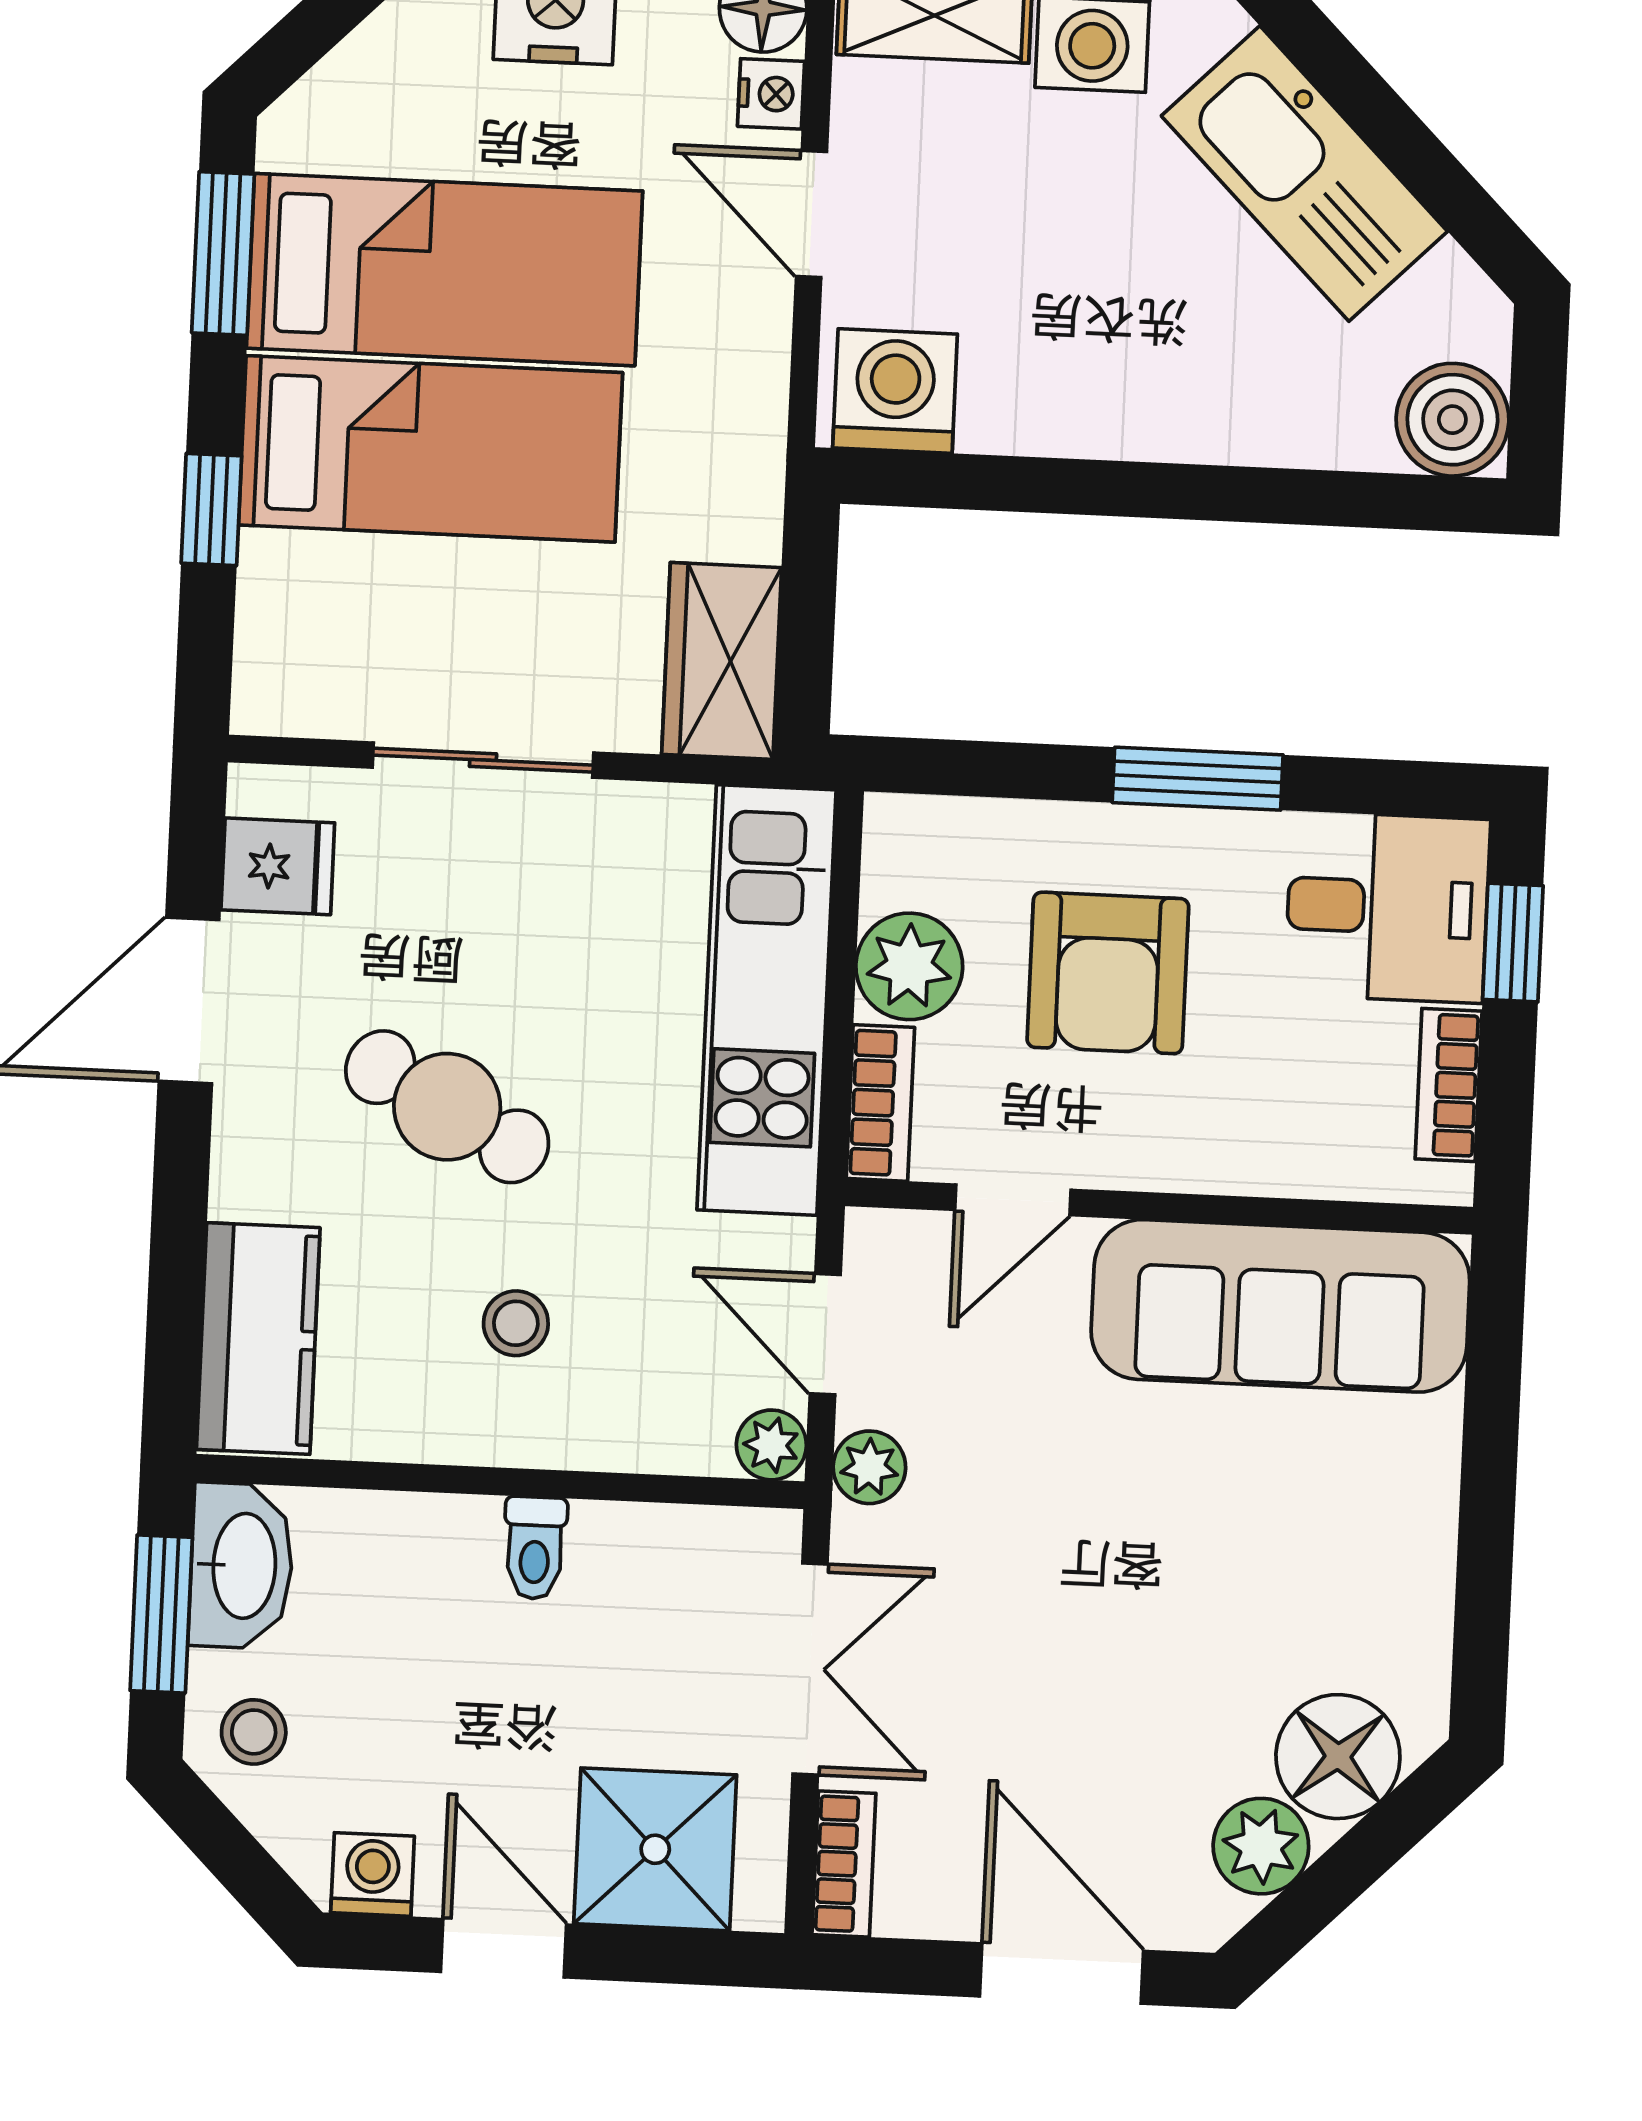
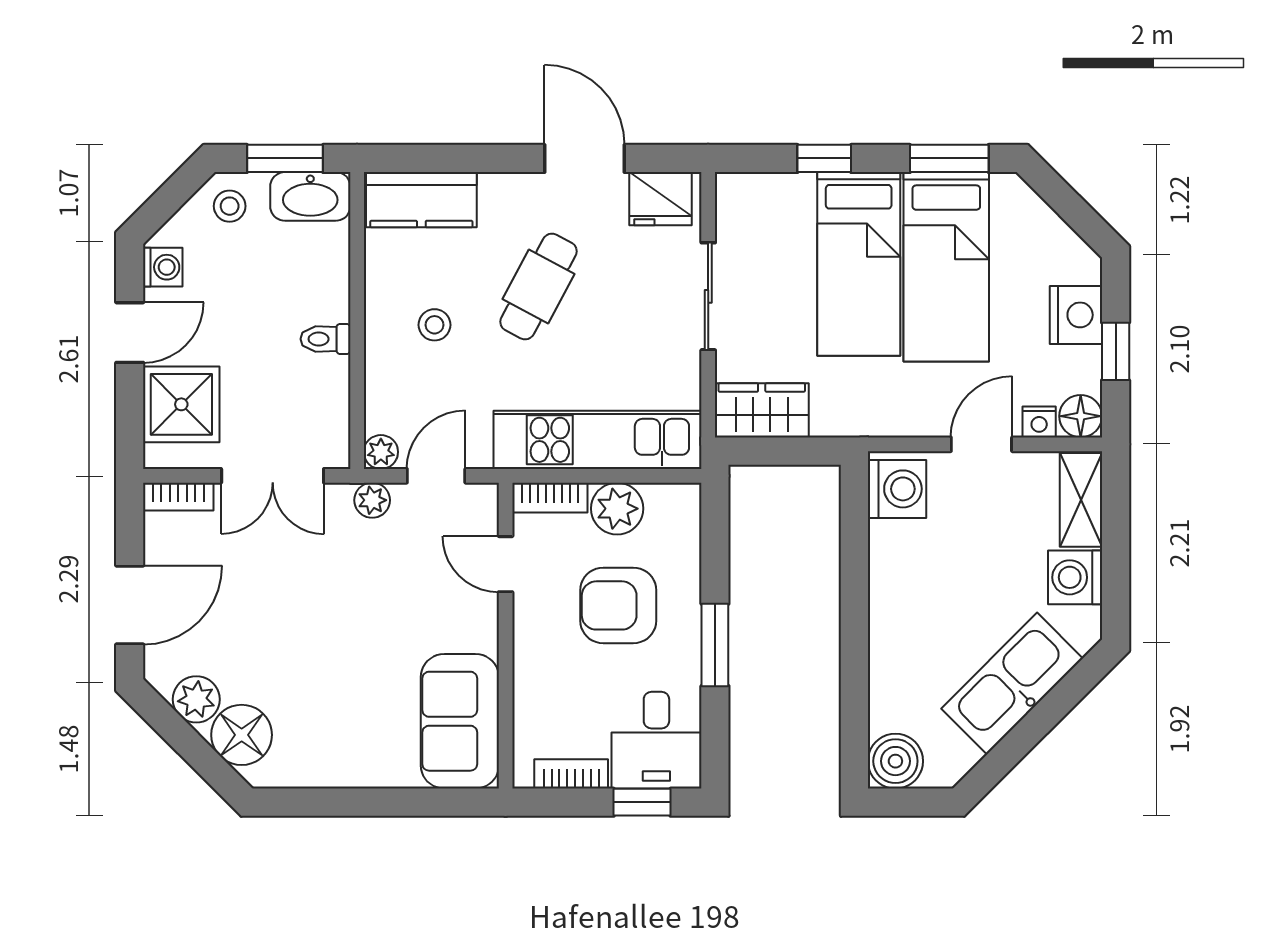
fridge: (278, 866) -> (660, 199), width x1.38
sofa: (1280, 1306) -> (460, 721), width x0.73

